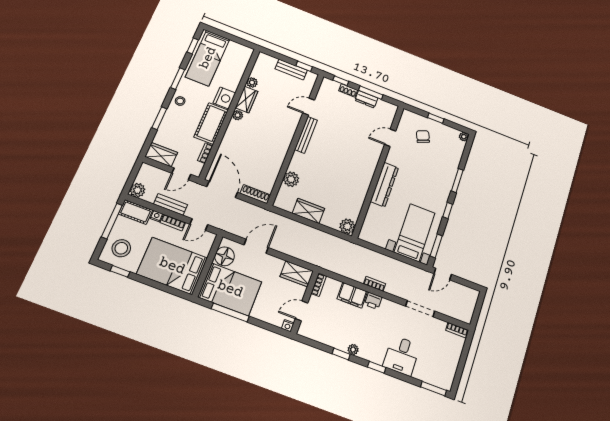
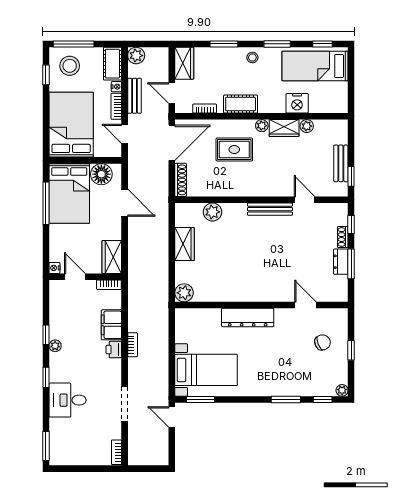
nightstand: (224, 98) -> (297, 103), moved
cot: (211, 123) -> (241, 104), width x0.73, depth x0.75
rug: (248, 143) -> (234, 149), added
window: (448, 210) -> (323, 399), moved
window: (112, 221) -> (74, 44), moved

